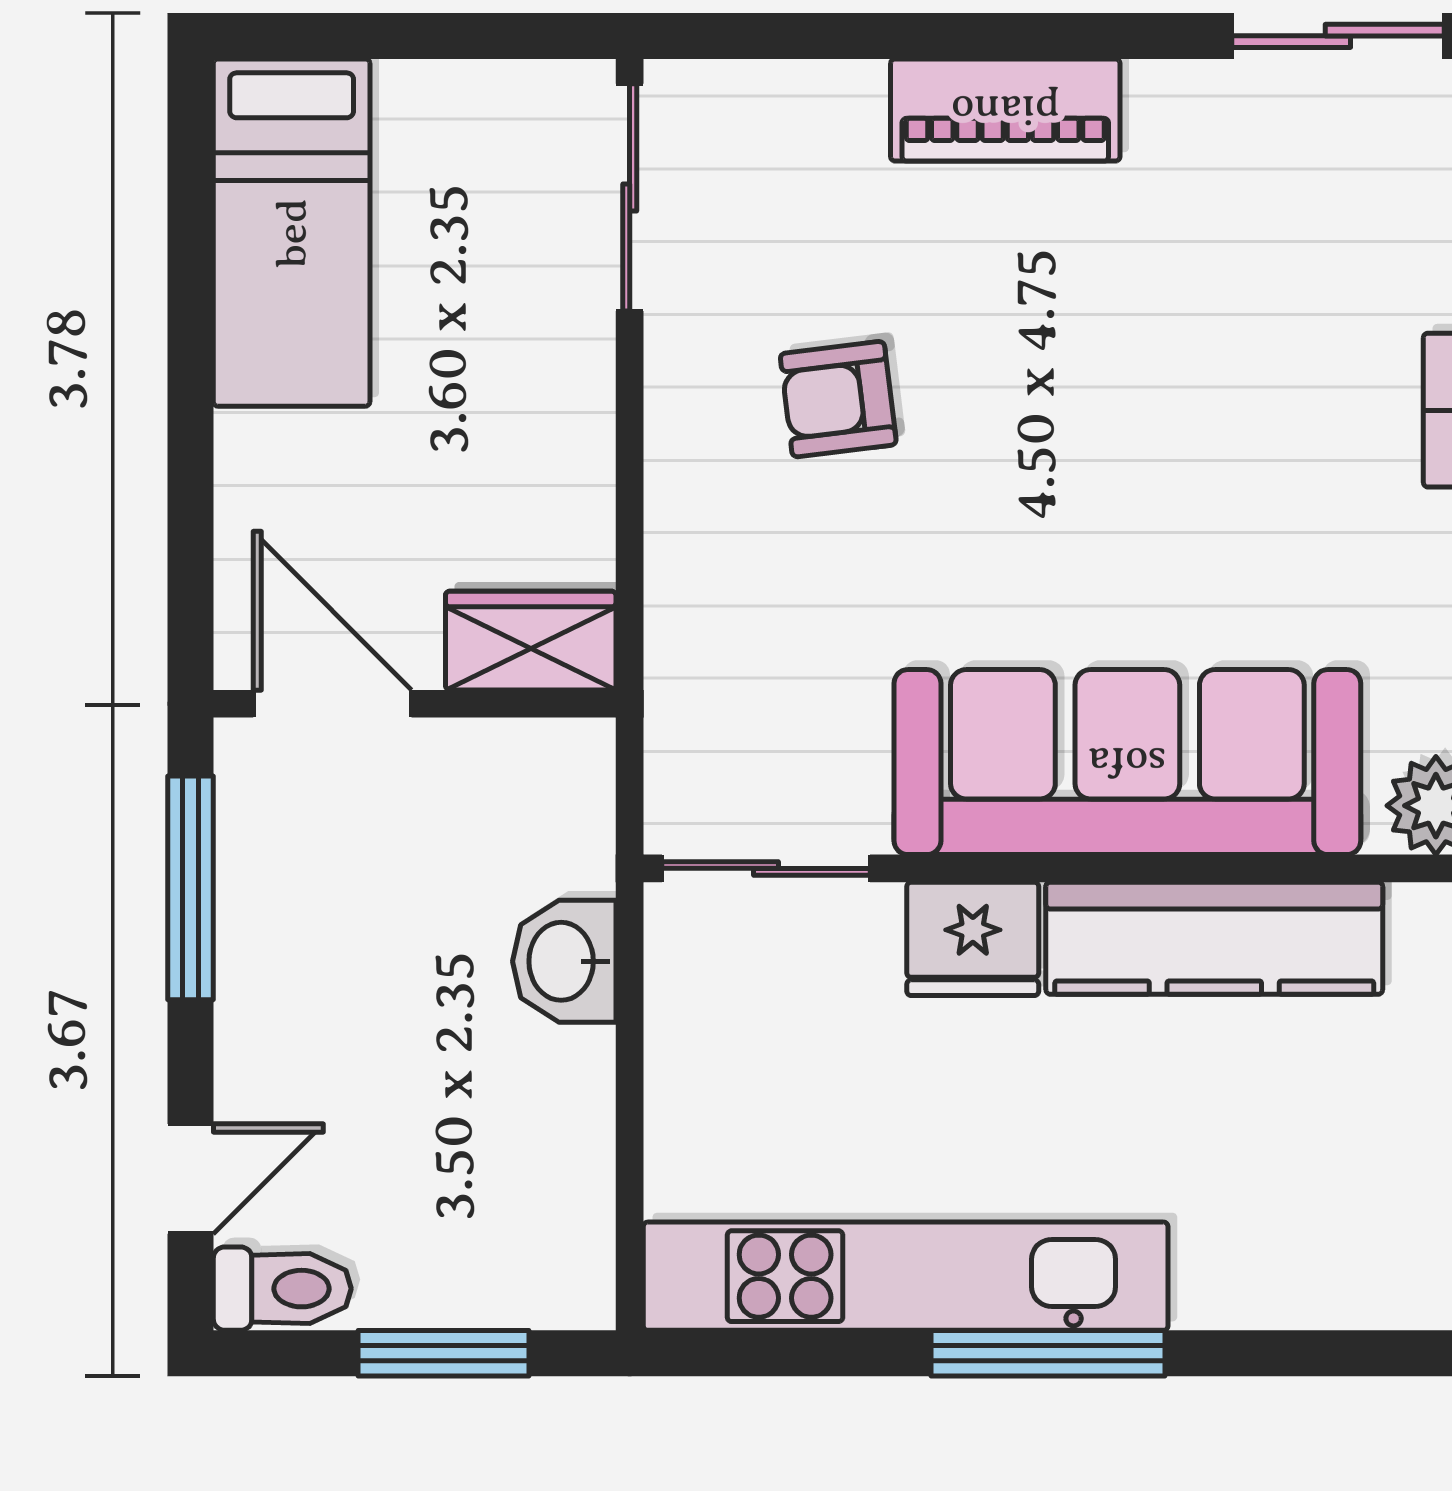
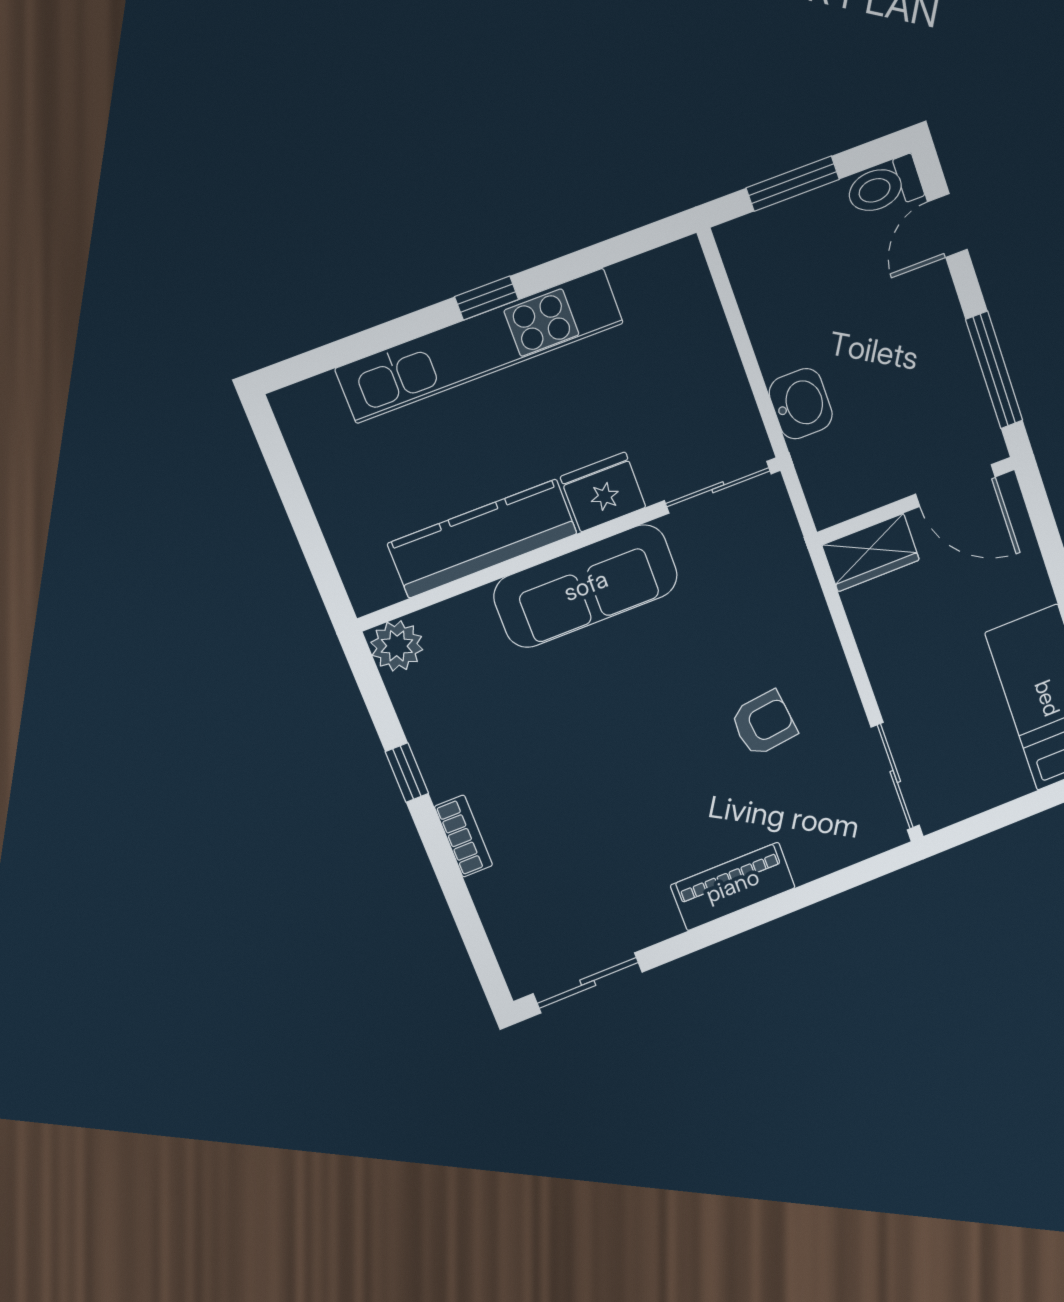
sofa: (1127, 762) -> (586, 586), width x0.74, depth x0.79
kitchen unit: (906, 1276) -> (480, 346), moved
window: (1048, 1353) -> (487, 298), width x0.46

